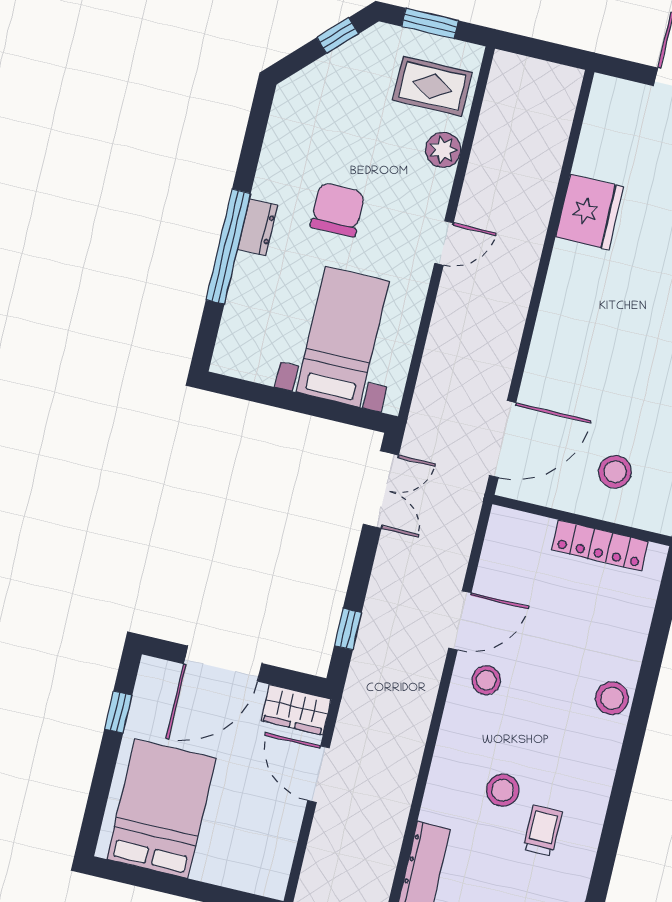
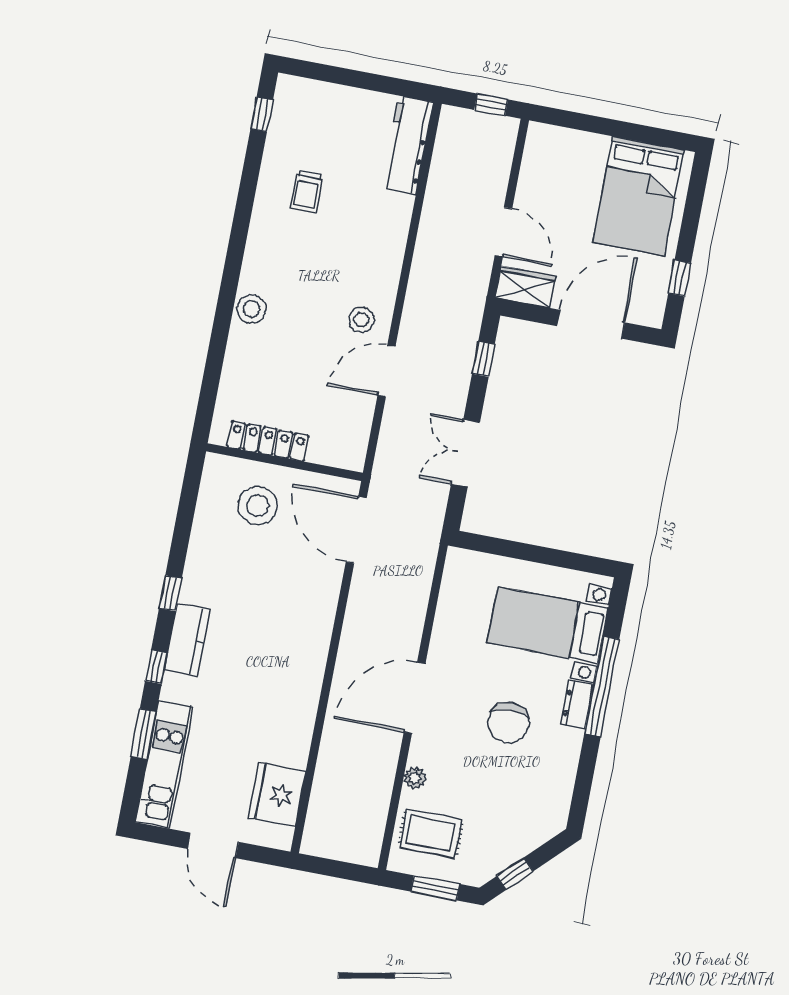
plant: (443, 150) -> (415, 778), width x0.73, depth x0.73
fridge: (590, 212) -> (277, 795), moved
door: (444, 243) -> (415, 698), width x1.87
bed with nightstands: (343, 337) -> (548, 625), moved, turned 90
door: (503, 439) -> (356, 530), hinge flipped
stool: (615, 472) -> (258, 506), width x1.38, depth x1.38
double door: (381, 490) -> (465, 453), moved
stool: (503, 790) -> (343, 225), removed

